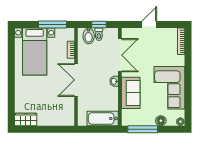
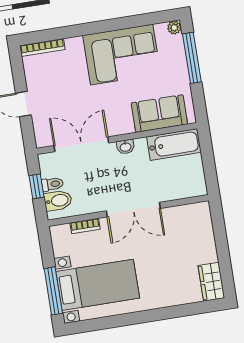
window: (53, 25) -> (53, 291), moved
sofa: (131, 93) -> (159, 114), moved
bathtub: (103, 118) -> (174, 144), moved, turned -90
floor lamp: (161, 121) -> (178, 60), removed
window: (143, 129) -> (192, 58), moved

